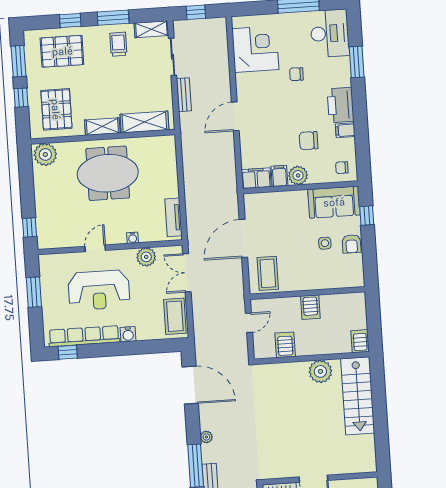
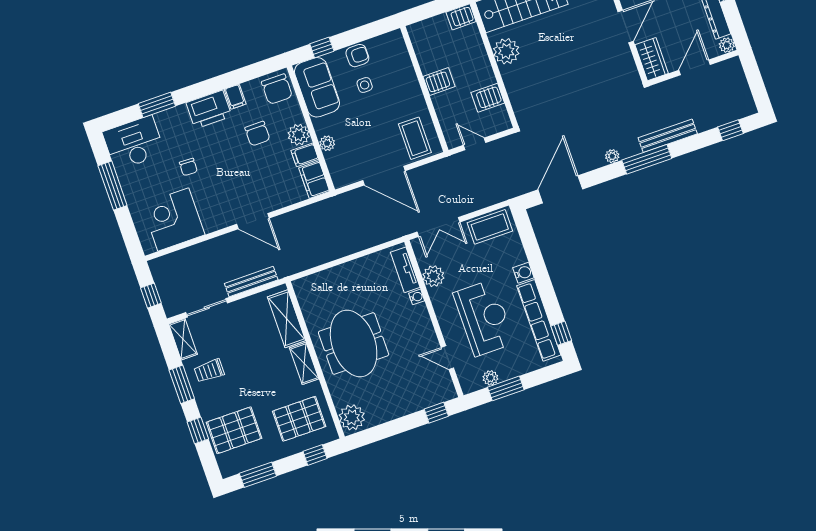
pallet: (62, 51) -> (234, 430), turned 90
bench: (184, 95) -> (251, 282), width x1.36
window: (21, 98) -> (315, 455), moved
chair: (342, 168) -> (277, 89), width x1.87, depth x1.87
plant: (284, 198) -> (327, 143), added
tv unit: (173, 217) -> (405, 270), moved, turned 90
door: (95, 248) -> (447, 358), moved
coffee table: (268, 273) -> (415, 138), turned 90
plant: (46, 282) -> (490, 378), added

